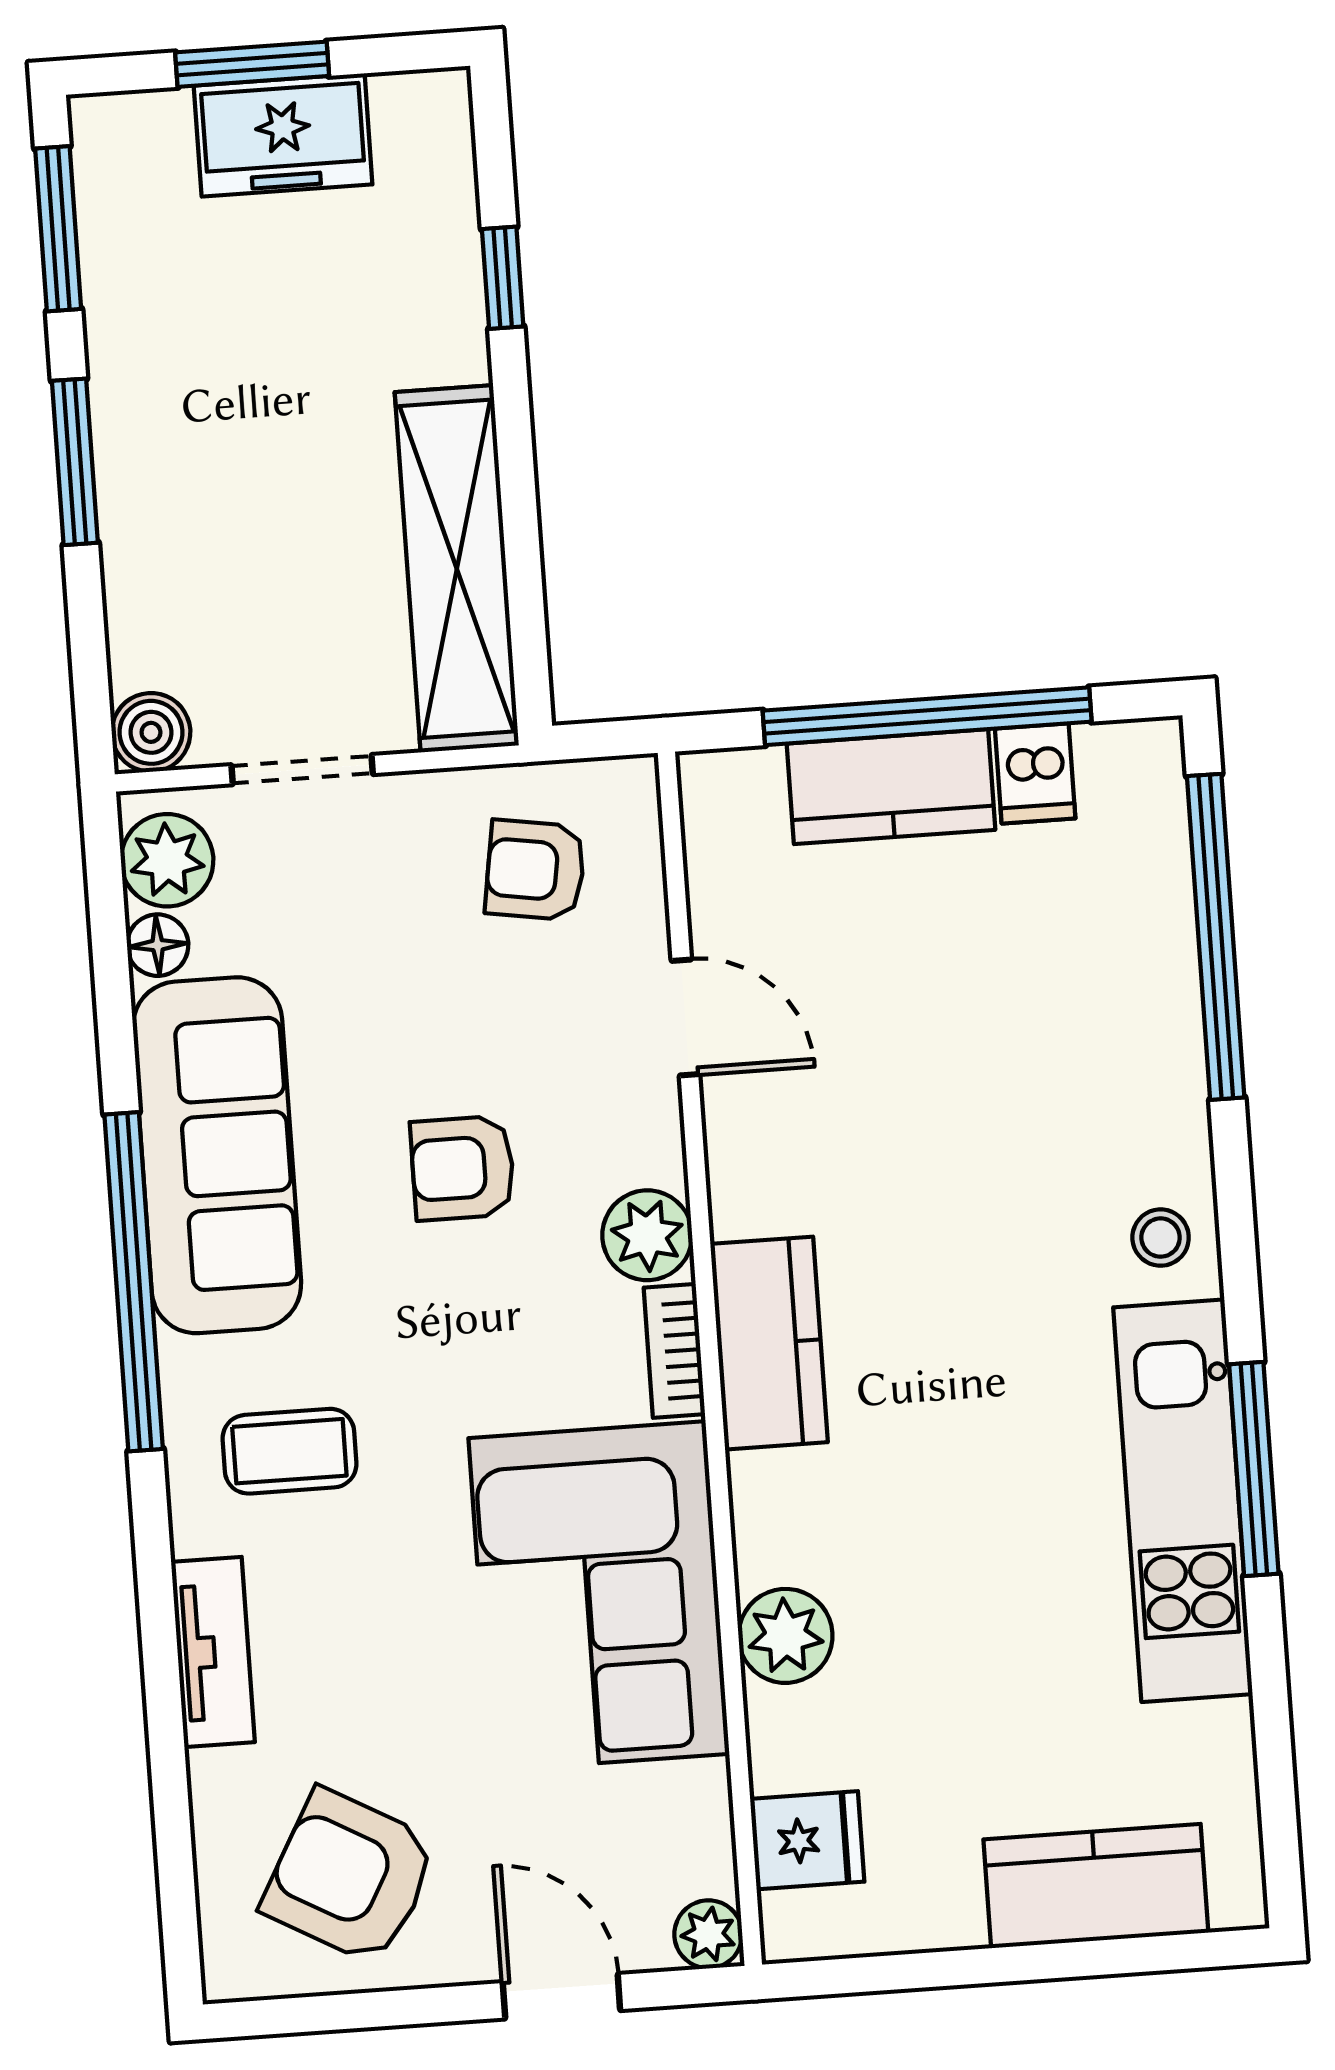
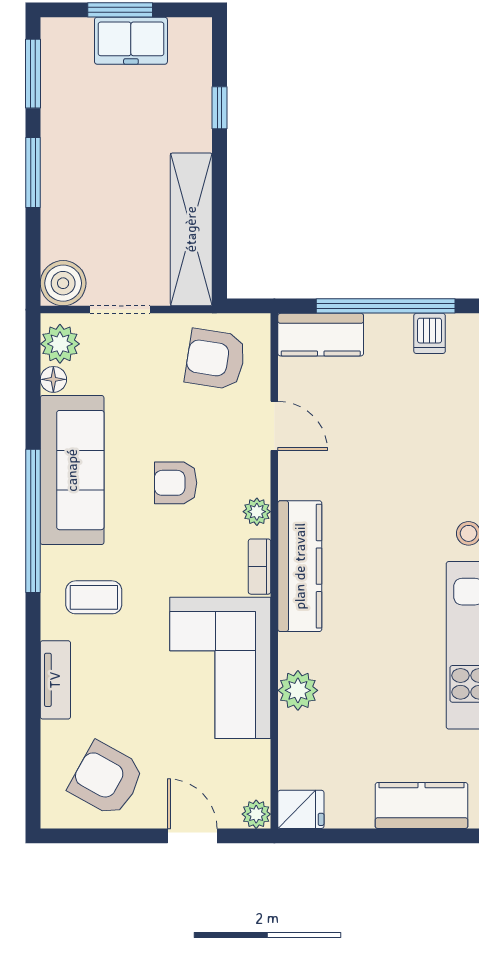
boiler: (151, 732) -> (63, 283), width x1.36, depth x1.36
kitchen counter: (891, 787) -> (321, 335), moved
armchair: (535, 870) -> (215, 359), width x1.38, depth x1.38
plant: (647, 1235) -> (257, 512), width x0.73, depth x0.73
kitchen counter: (769, 1343) -> (300, 566), width x1.50
fridge: (807, 1840) -> (301, 809), moved

